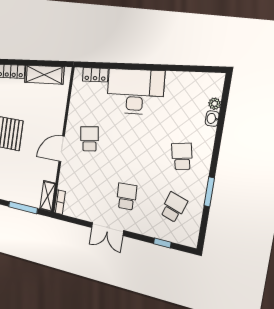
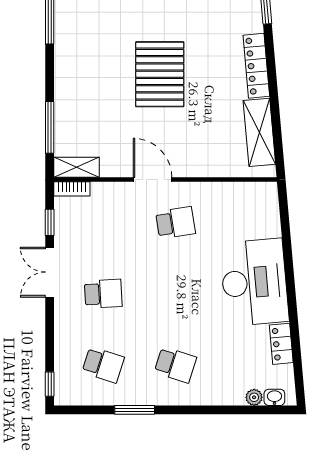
locker: (95, 75) -> (281, 344), moved
washbasin: (212, 119) -> (274, 397), moved
school desk: (182, 156) -> (175, 365), turned 30
window: (77, 221) -> (50, 222), added
window: (162, 243) -> (50, 384), moved

